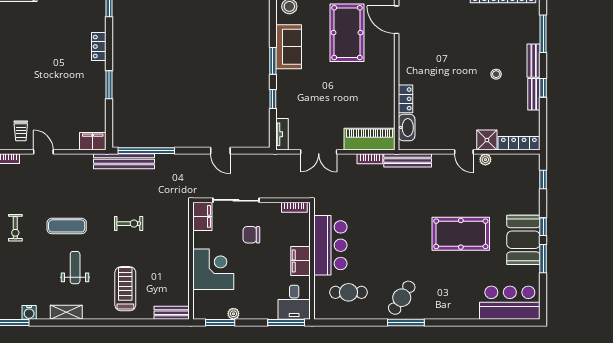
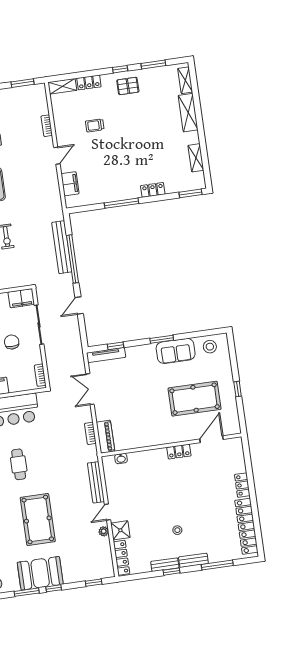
window: (109, 85) -> (122, 203), width x1.44
window: (273, 99) -> (115, 346), moved
locker: (406, 99) -> (179, 452), moved
washbasin: (407, 127) -> (121, 459), width x0.52, depth x0.69
trolley: (21, 131) -> (95, 125), moved
tv unit: (282, 134) -> (106, 355), width x1.41
piano: (370, 139) -> (106, 437), width x0.73, depth x0.75
filing cabinet: (93, 141) -> (70, 184), moved
window: (146, 151) -> (73, 259), moved
bench: (408, 160) -> (96, 482), moved
bench: (124, 161) -> (62, 247), moved
cafe table: (394, 247) -> (19, 464), added

